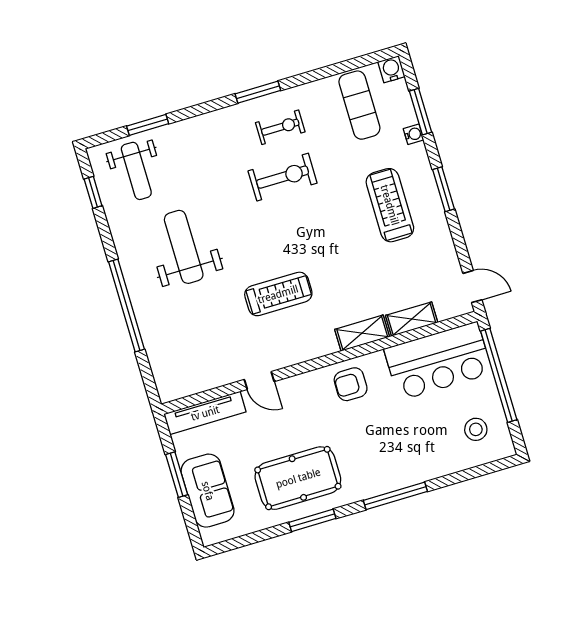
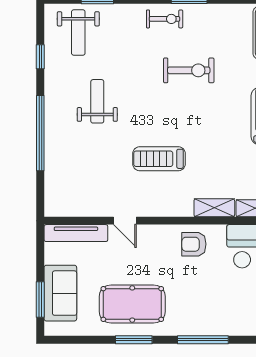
exercise bike: (280, 127) -> (165, 19), moved
window: (93, 192) -> (40, 57), moved
weight bench: (184, 247) -> (97, 101), width x0.73, depth x0.75
treadmill: (278, 294) -> (159, 159), turned 180
window: (177, 475) -> (40, 300), moved

